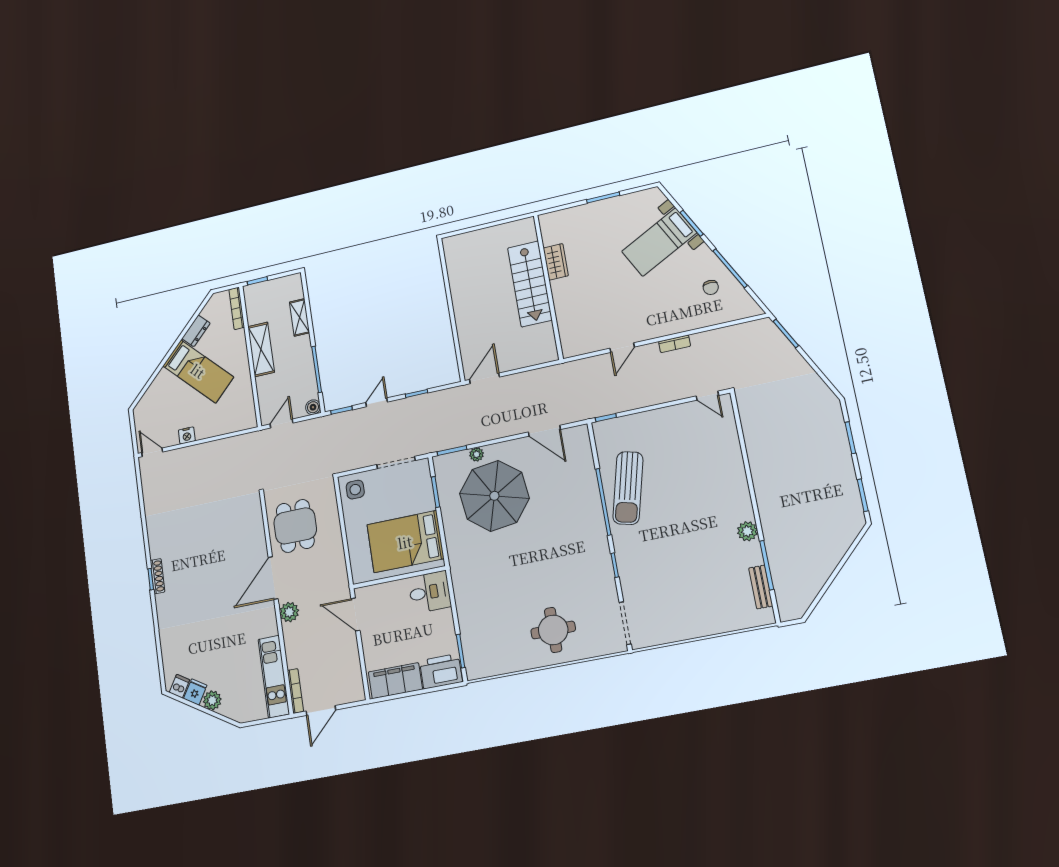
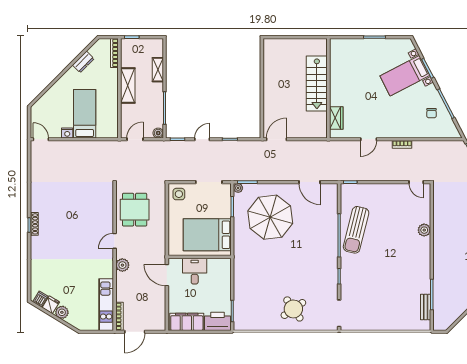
wardrobe: (556, 262) -> (336, 118), moved
bed: (198, 371) -> (85, 114), moved, turned -135
plant: (477, 454) -> (238, 188), moved
plant: (747, 531) -> (424, 230), moved
door: (273, 578) -> (115, 241), width x0.53
desk: (430, 592) -> (195, 271), moved, turned -90
round table: (553, 630) -> (293, 309), turned -35

